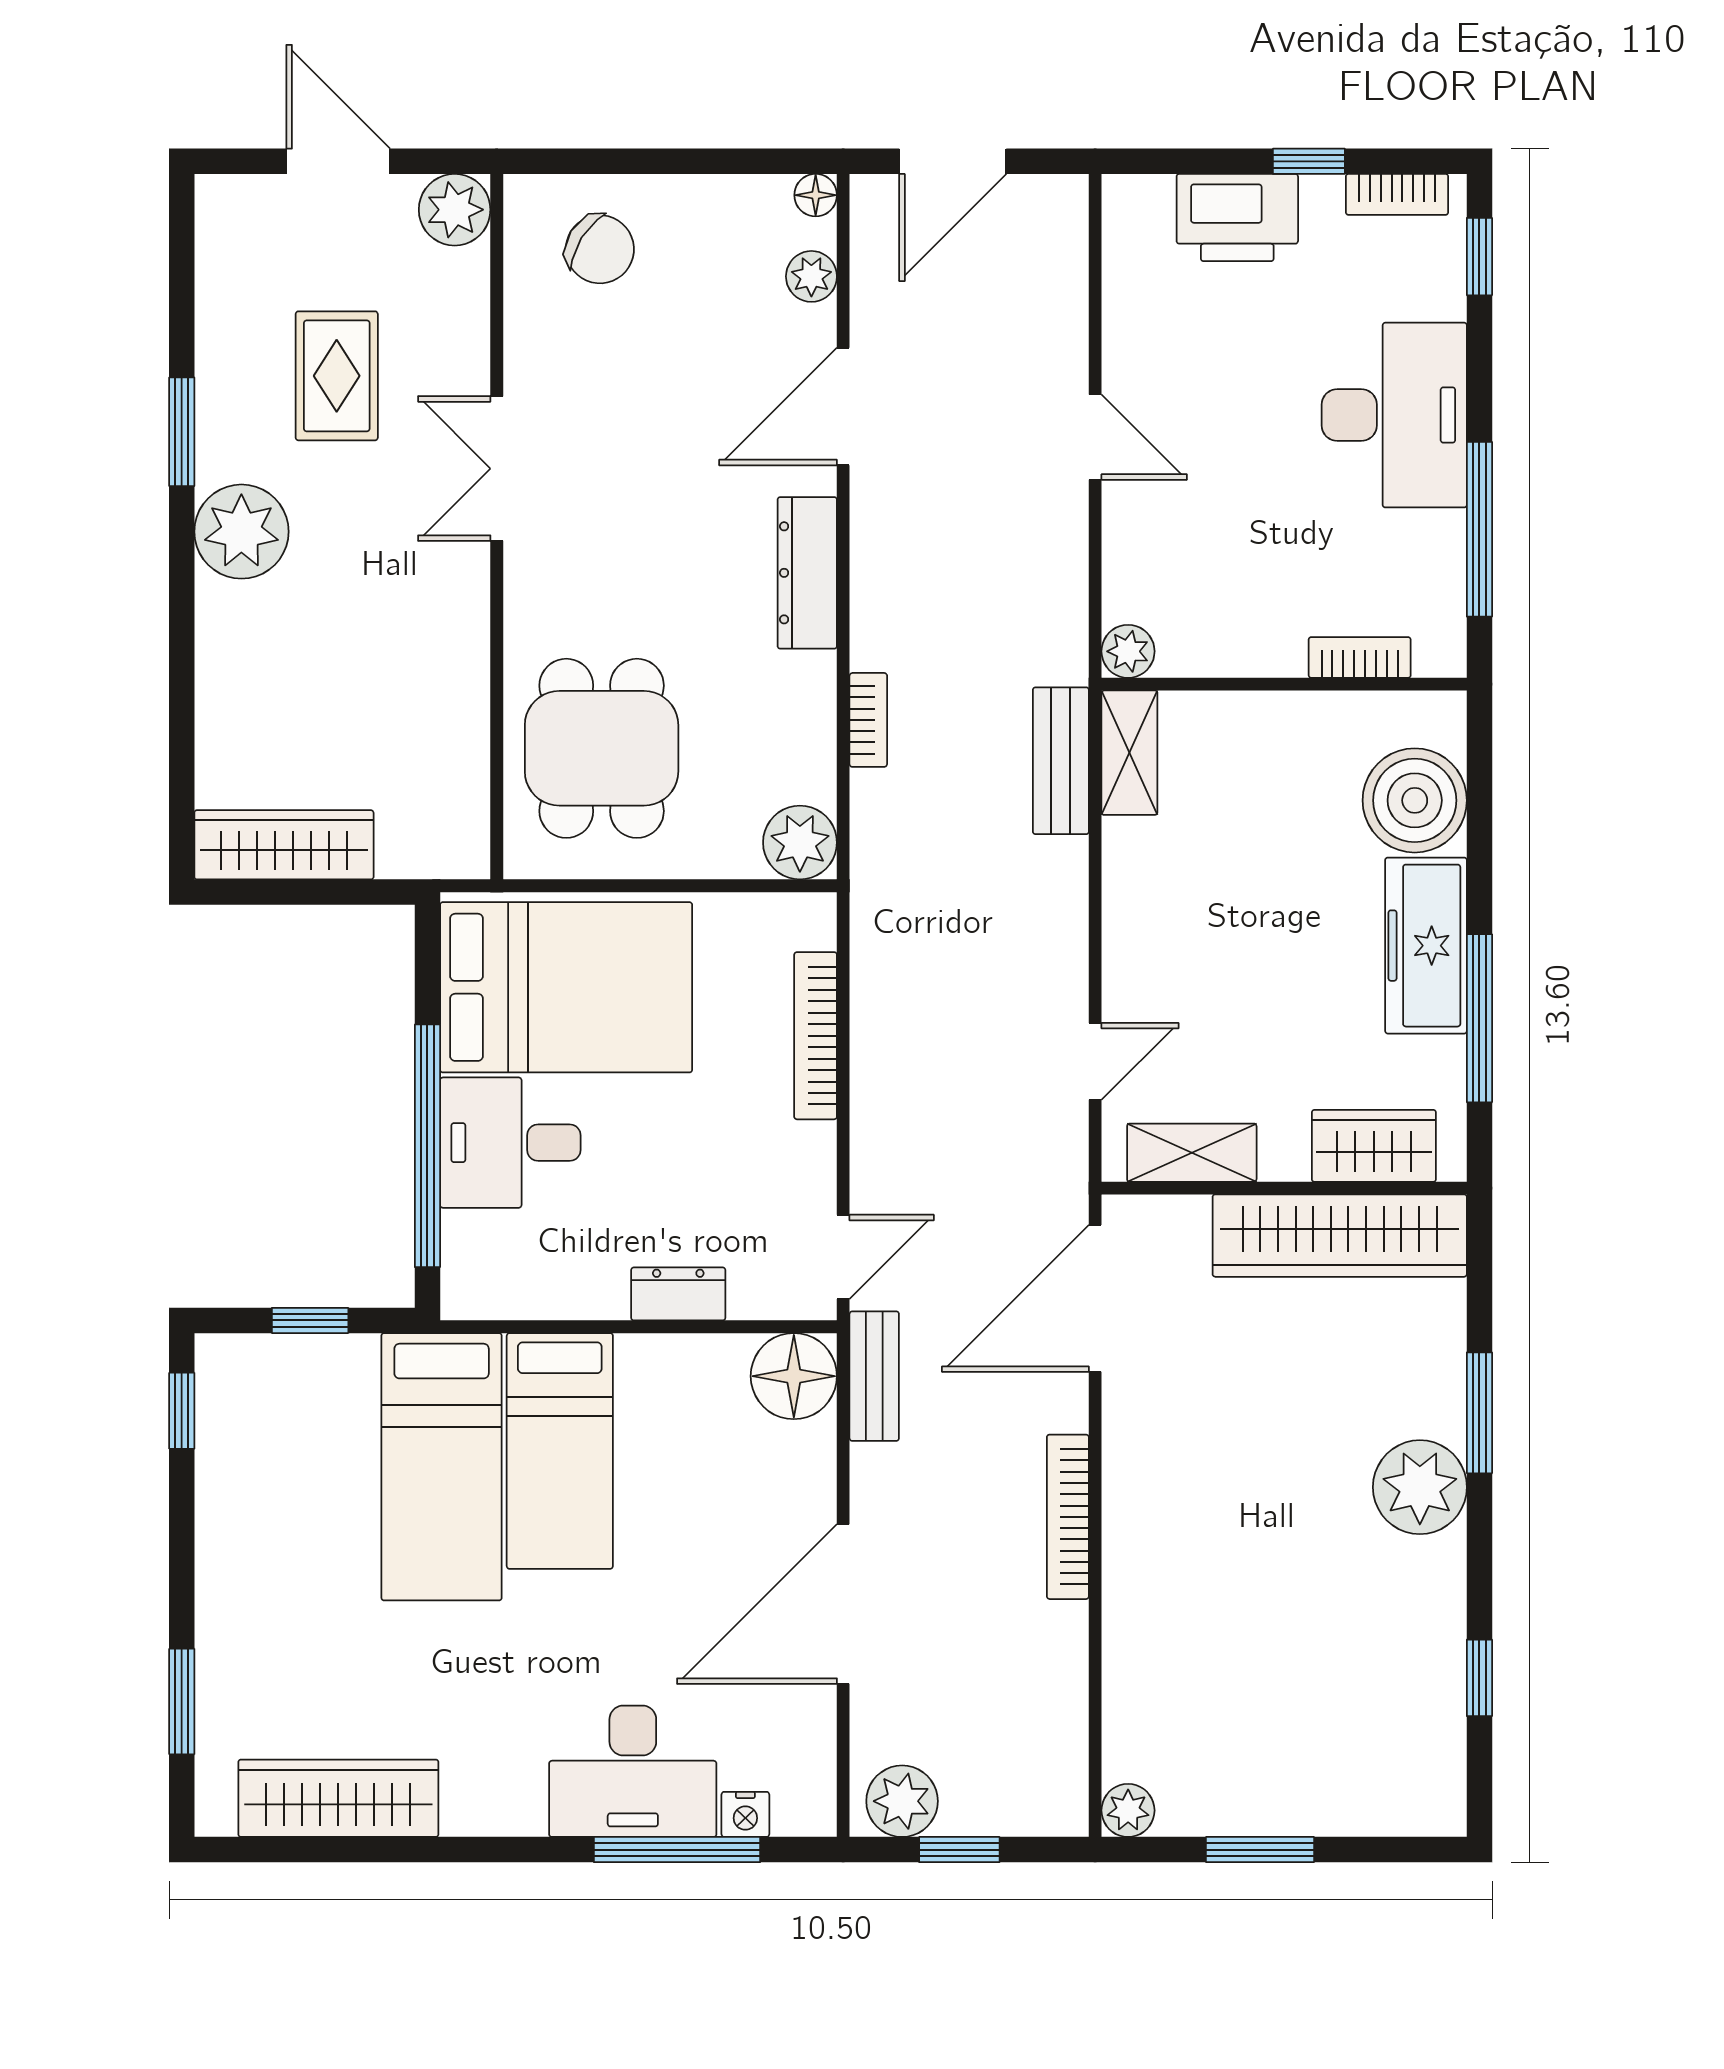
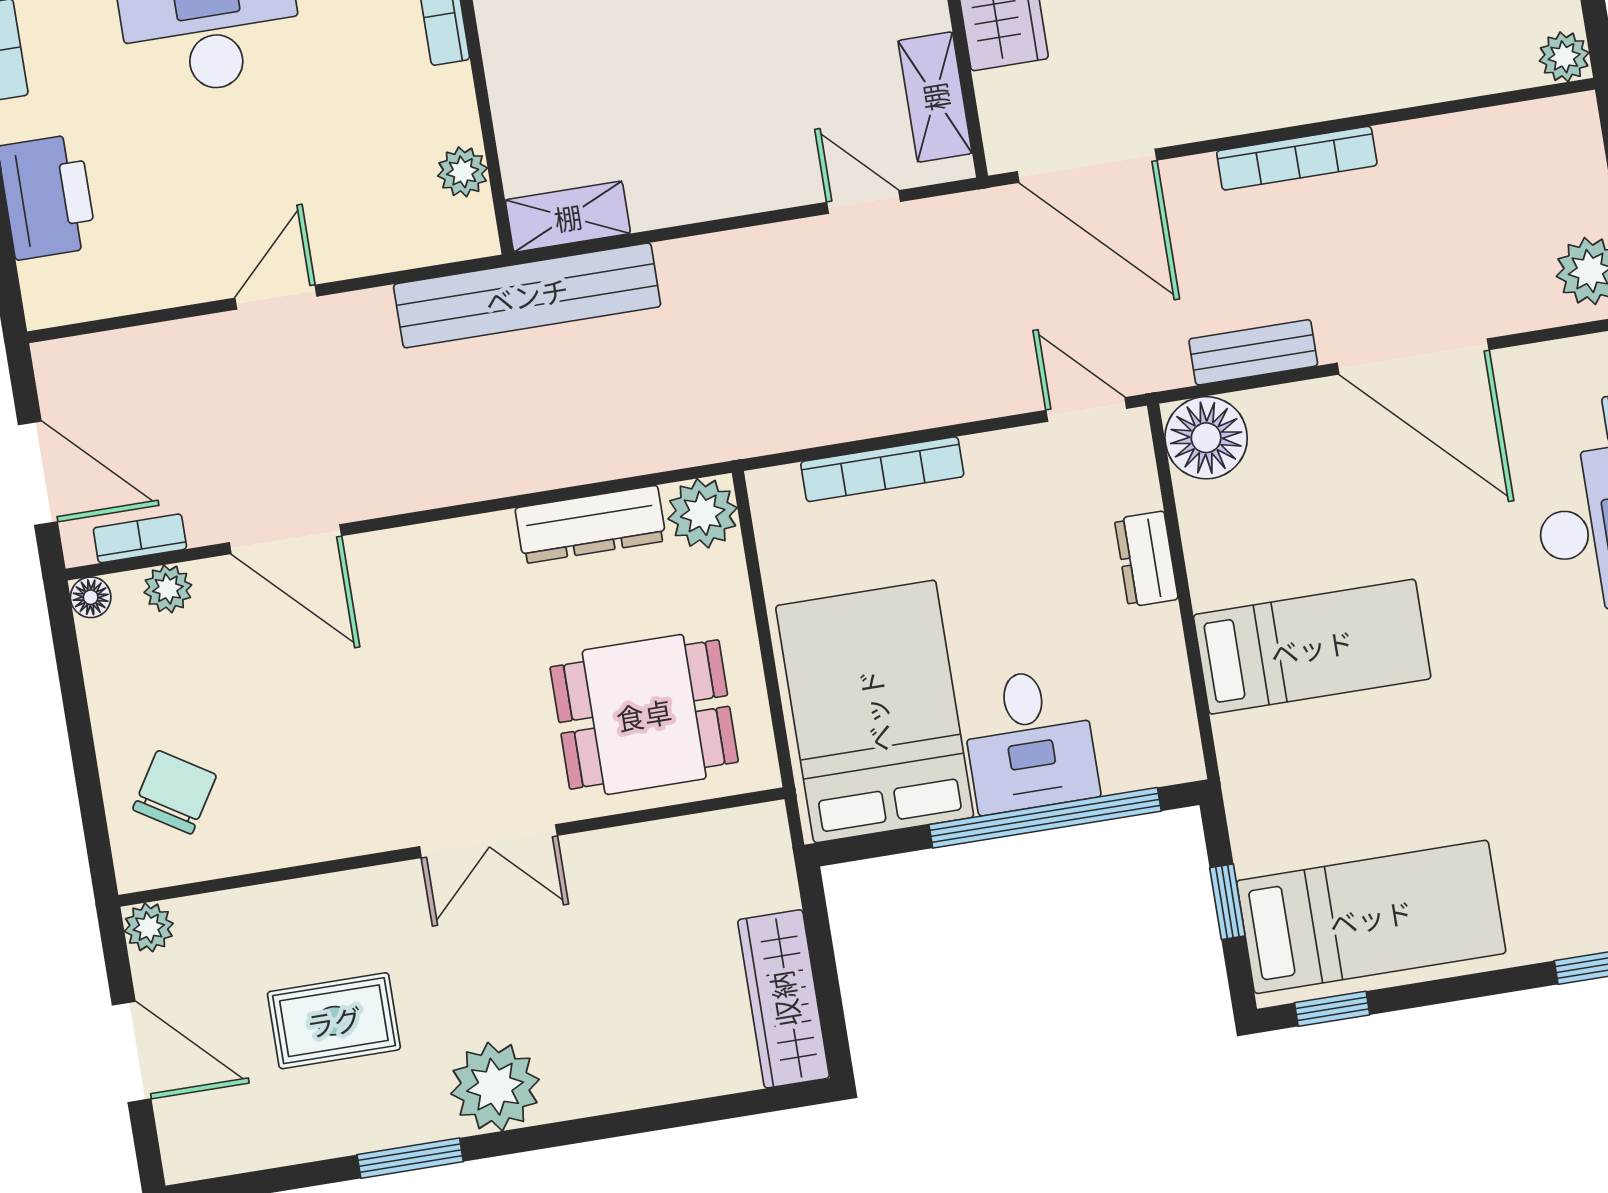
door: (338, 161) -> (132, 1052), swing flipped
plant: (455, 210) -> (149, 927), width x0.73, depth x0.73
double door: (497, 469) -> (488, 841), moved
dresser: (807, 573) -> (591, 524), moved
plant: (1128, 651) -> (463, 172), moved
bookcase: (868, 720) -> (140, 538), moved
bench: (1061, 761) -> (527, 295), width x1.86, depth x1.21
bench: (874, 1376) -> (1253, 352), moved
bed: (442, 1467) -> (1371, 917), moved

